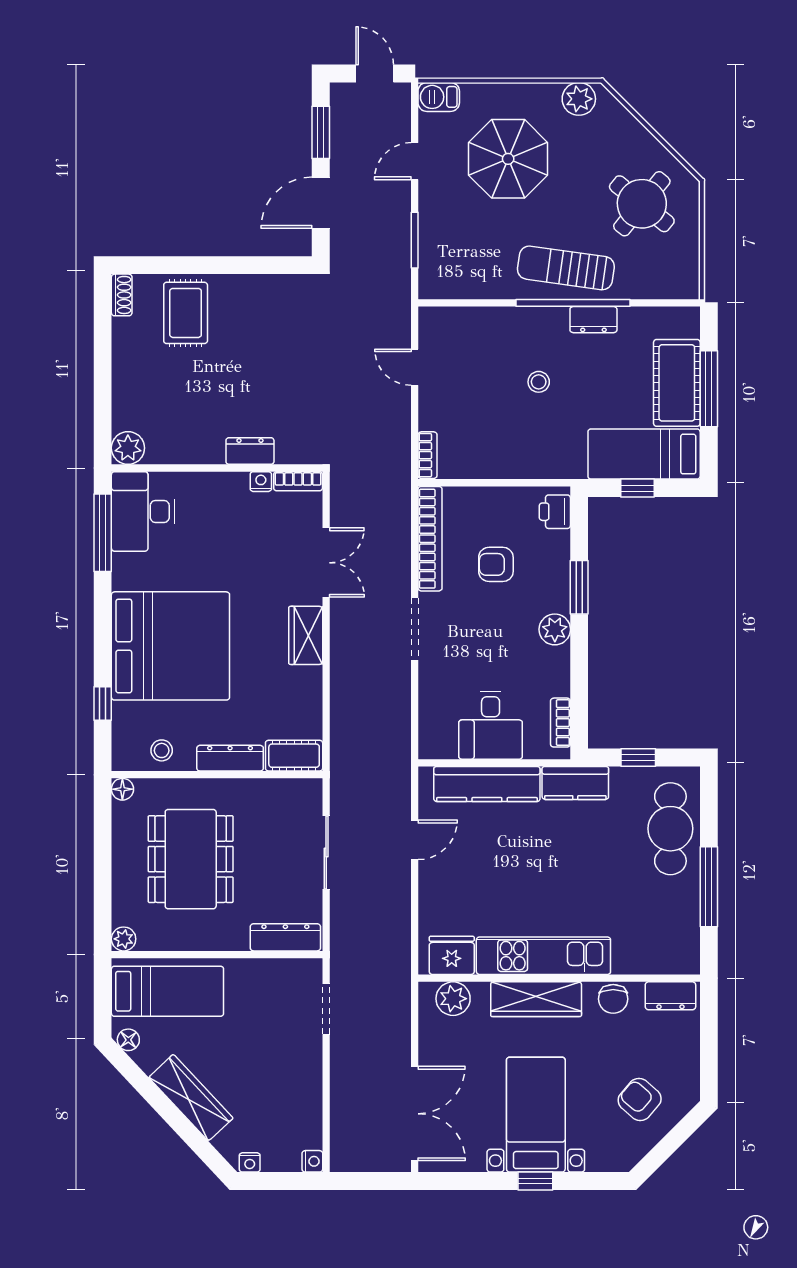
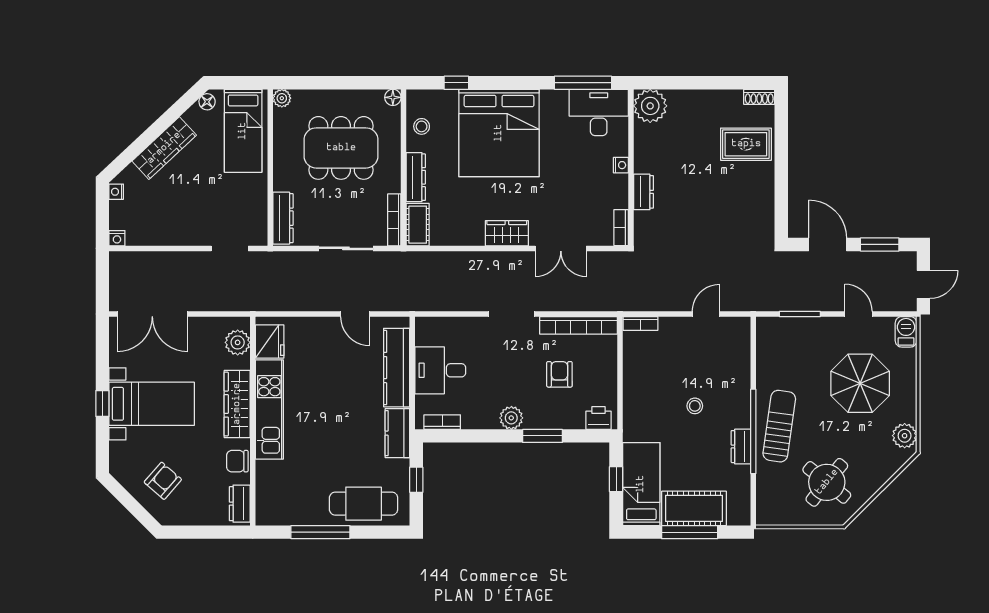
plant: (128, 448) -> (650, 106), width x1.36, depth x1.36
nightstand: (261, 482) -> (621, 165), moved
bookcase: (288, 787) -> (394, 220), added

